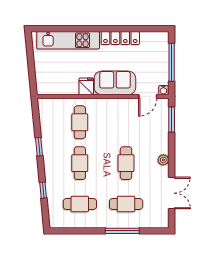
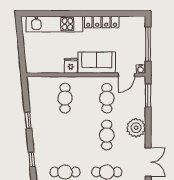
plant: (163, 160) -> (136, 128), width x1.88, depth x1.88
cafe table: (80, 163) -> (107, 98), moved

